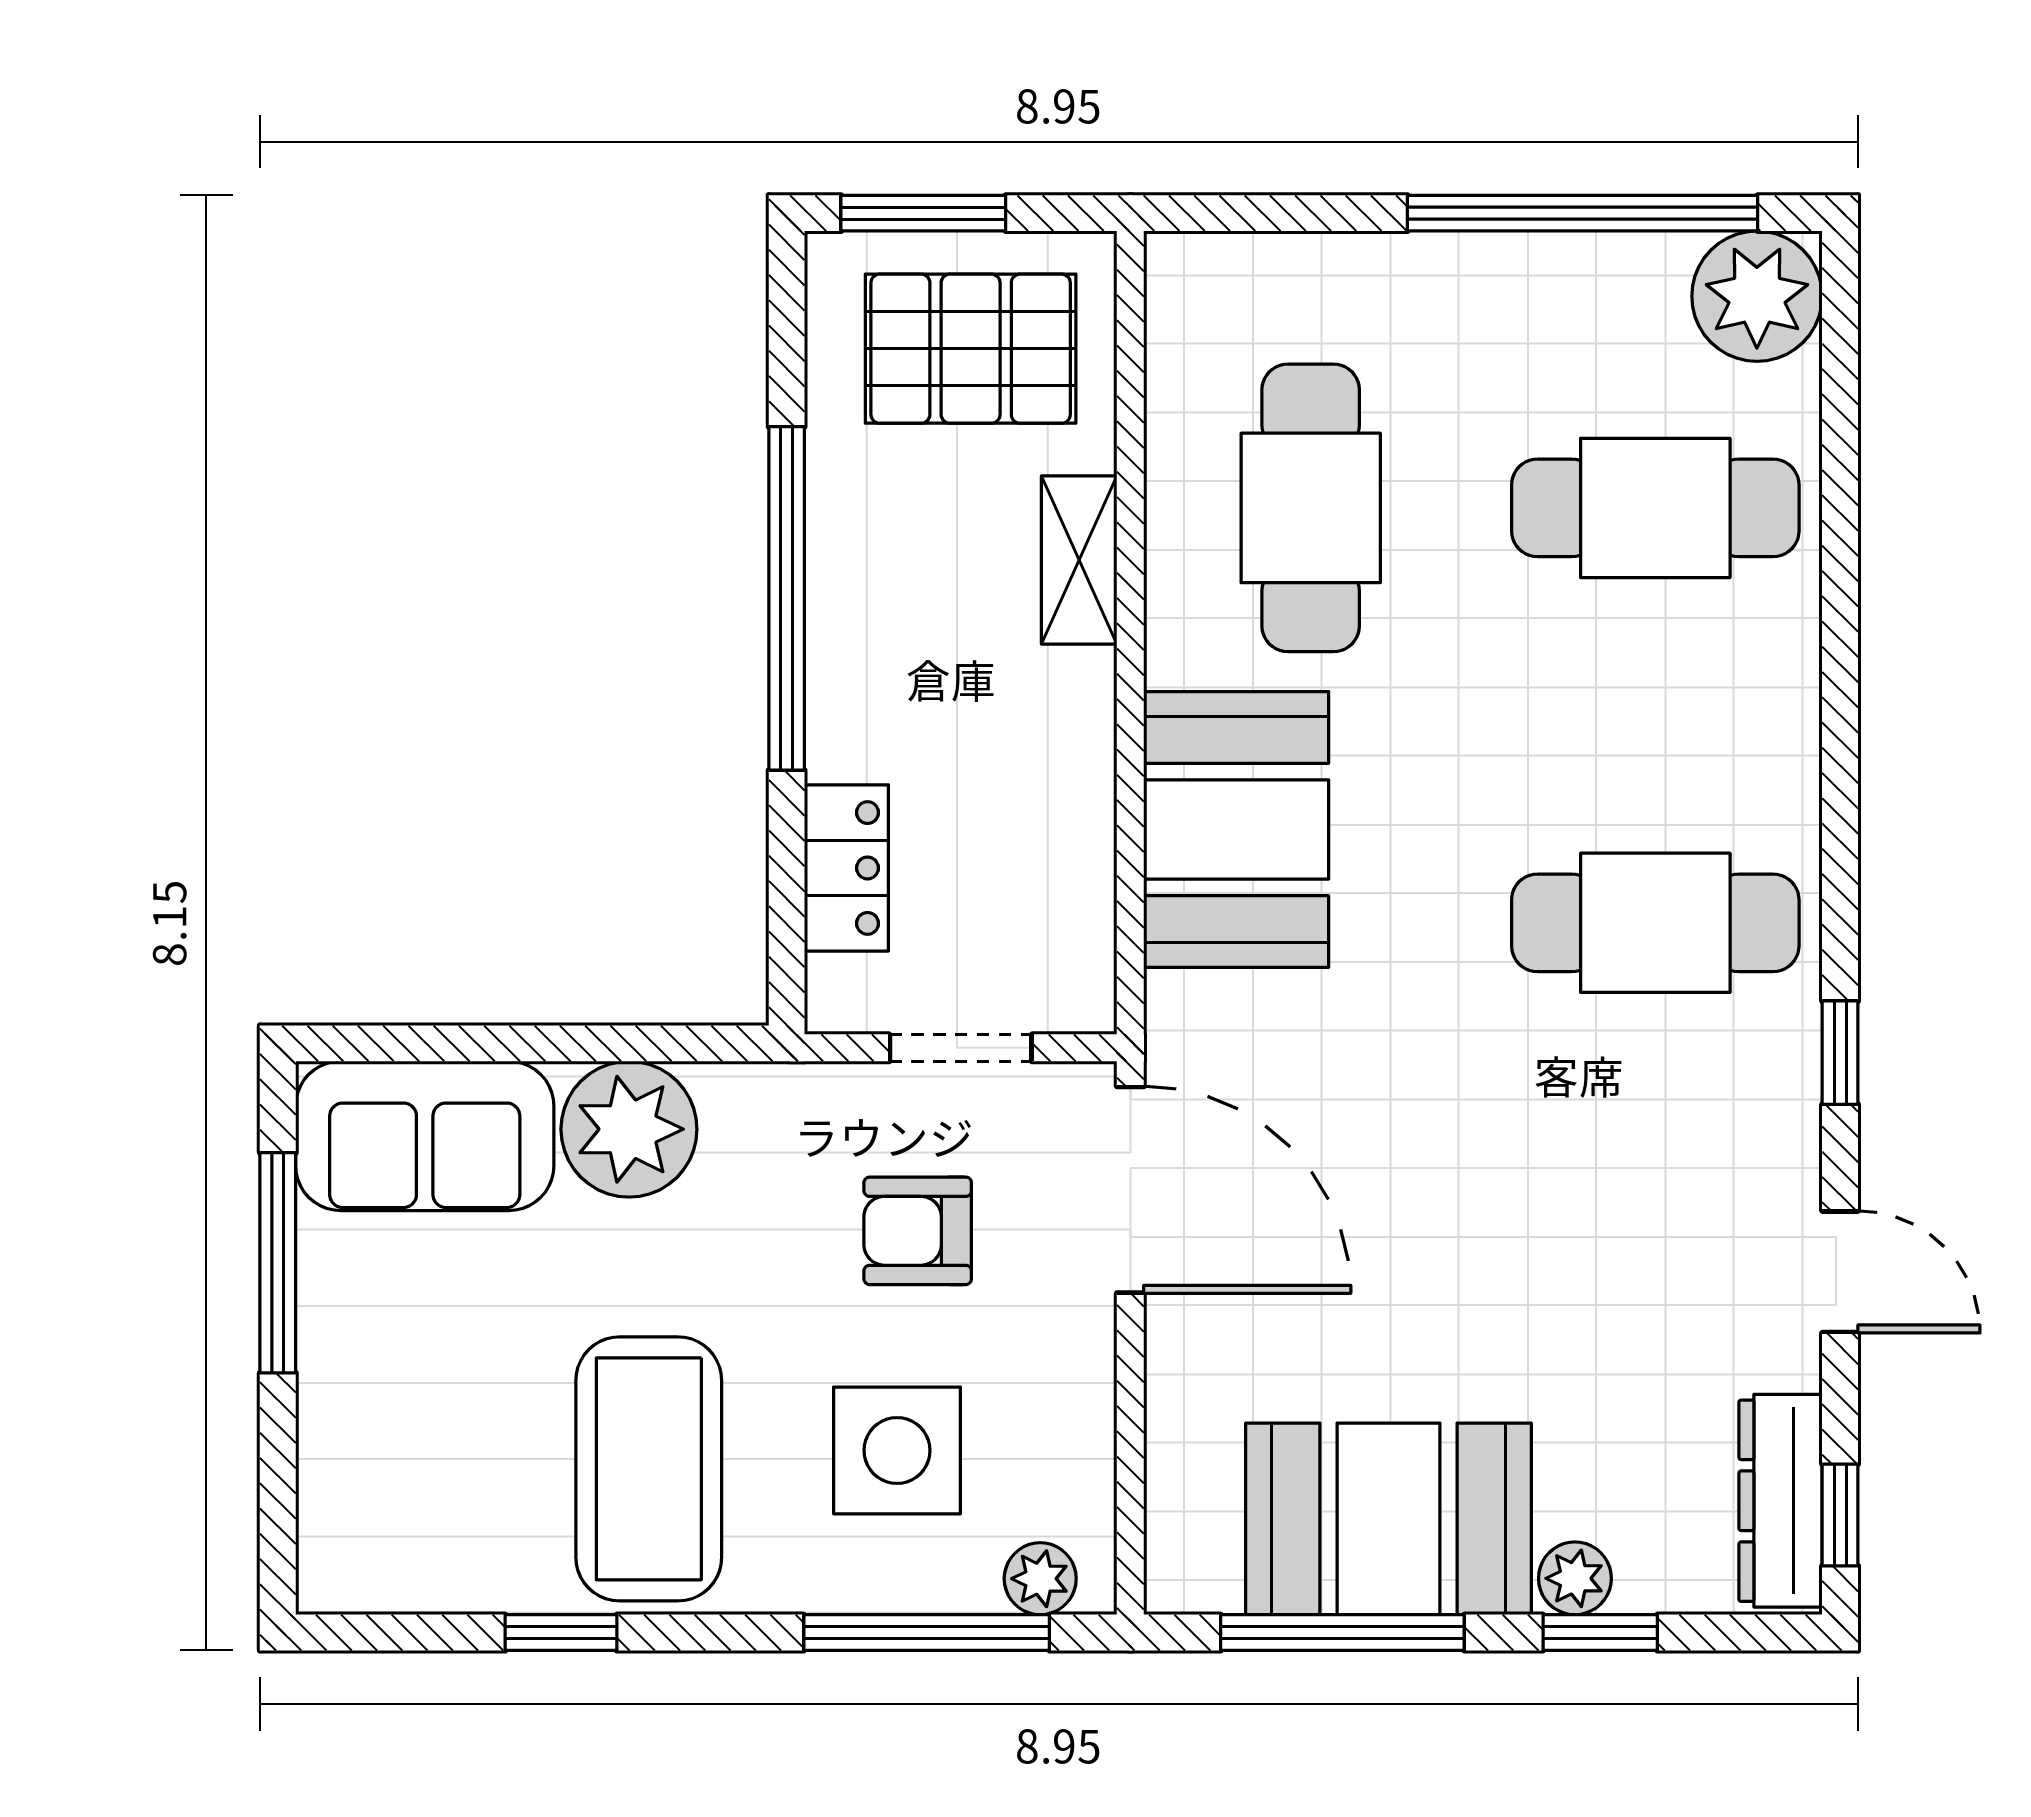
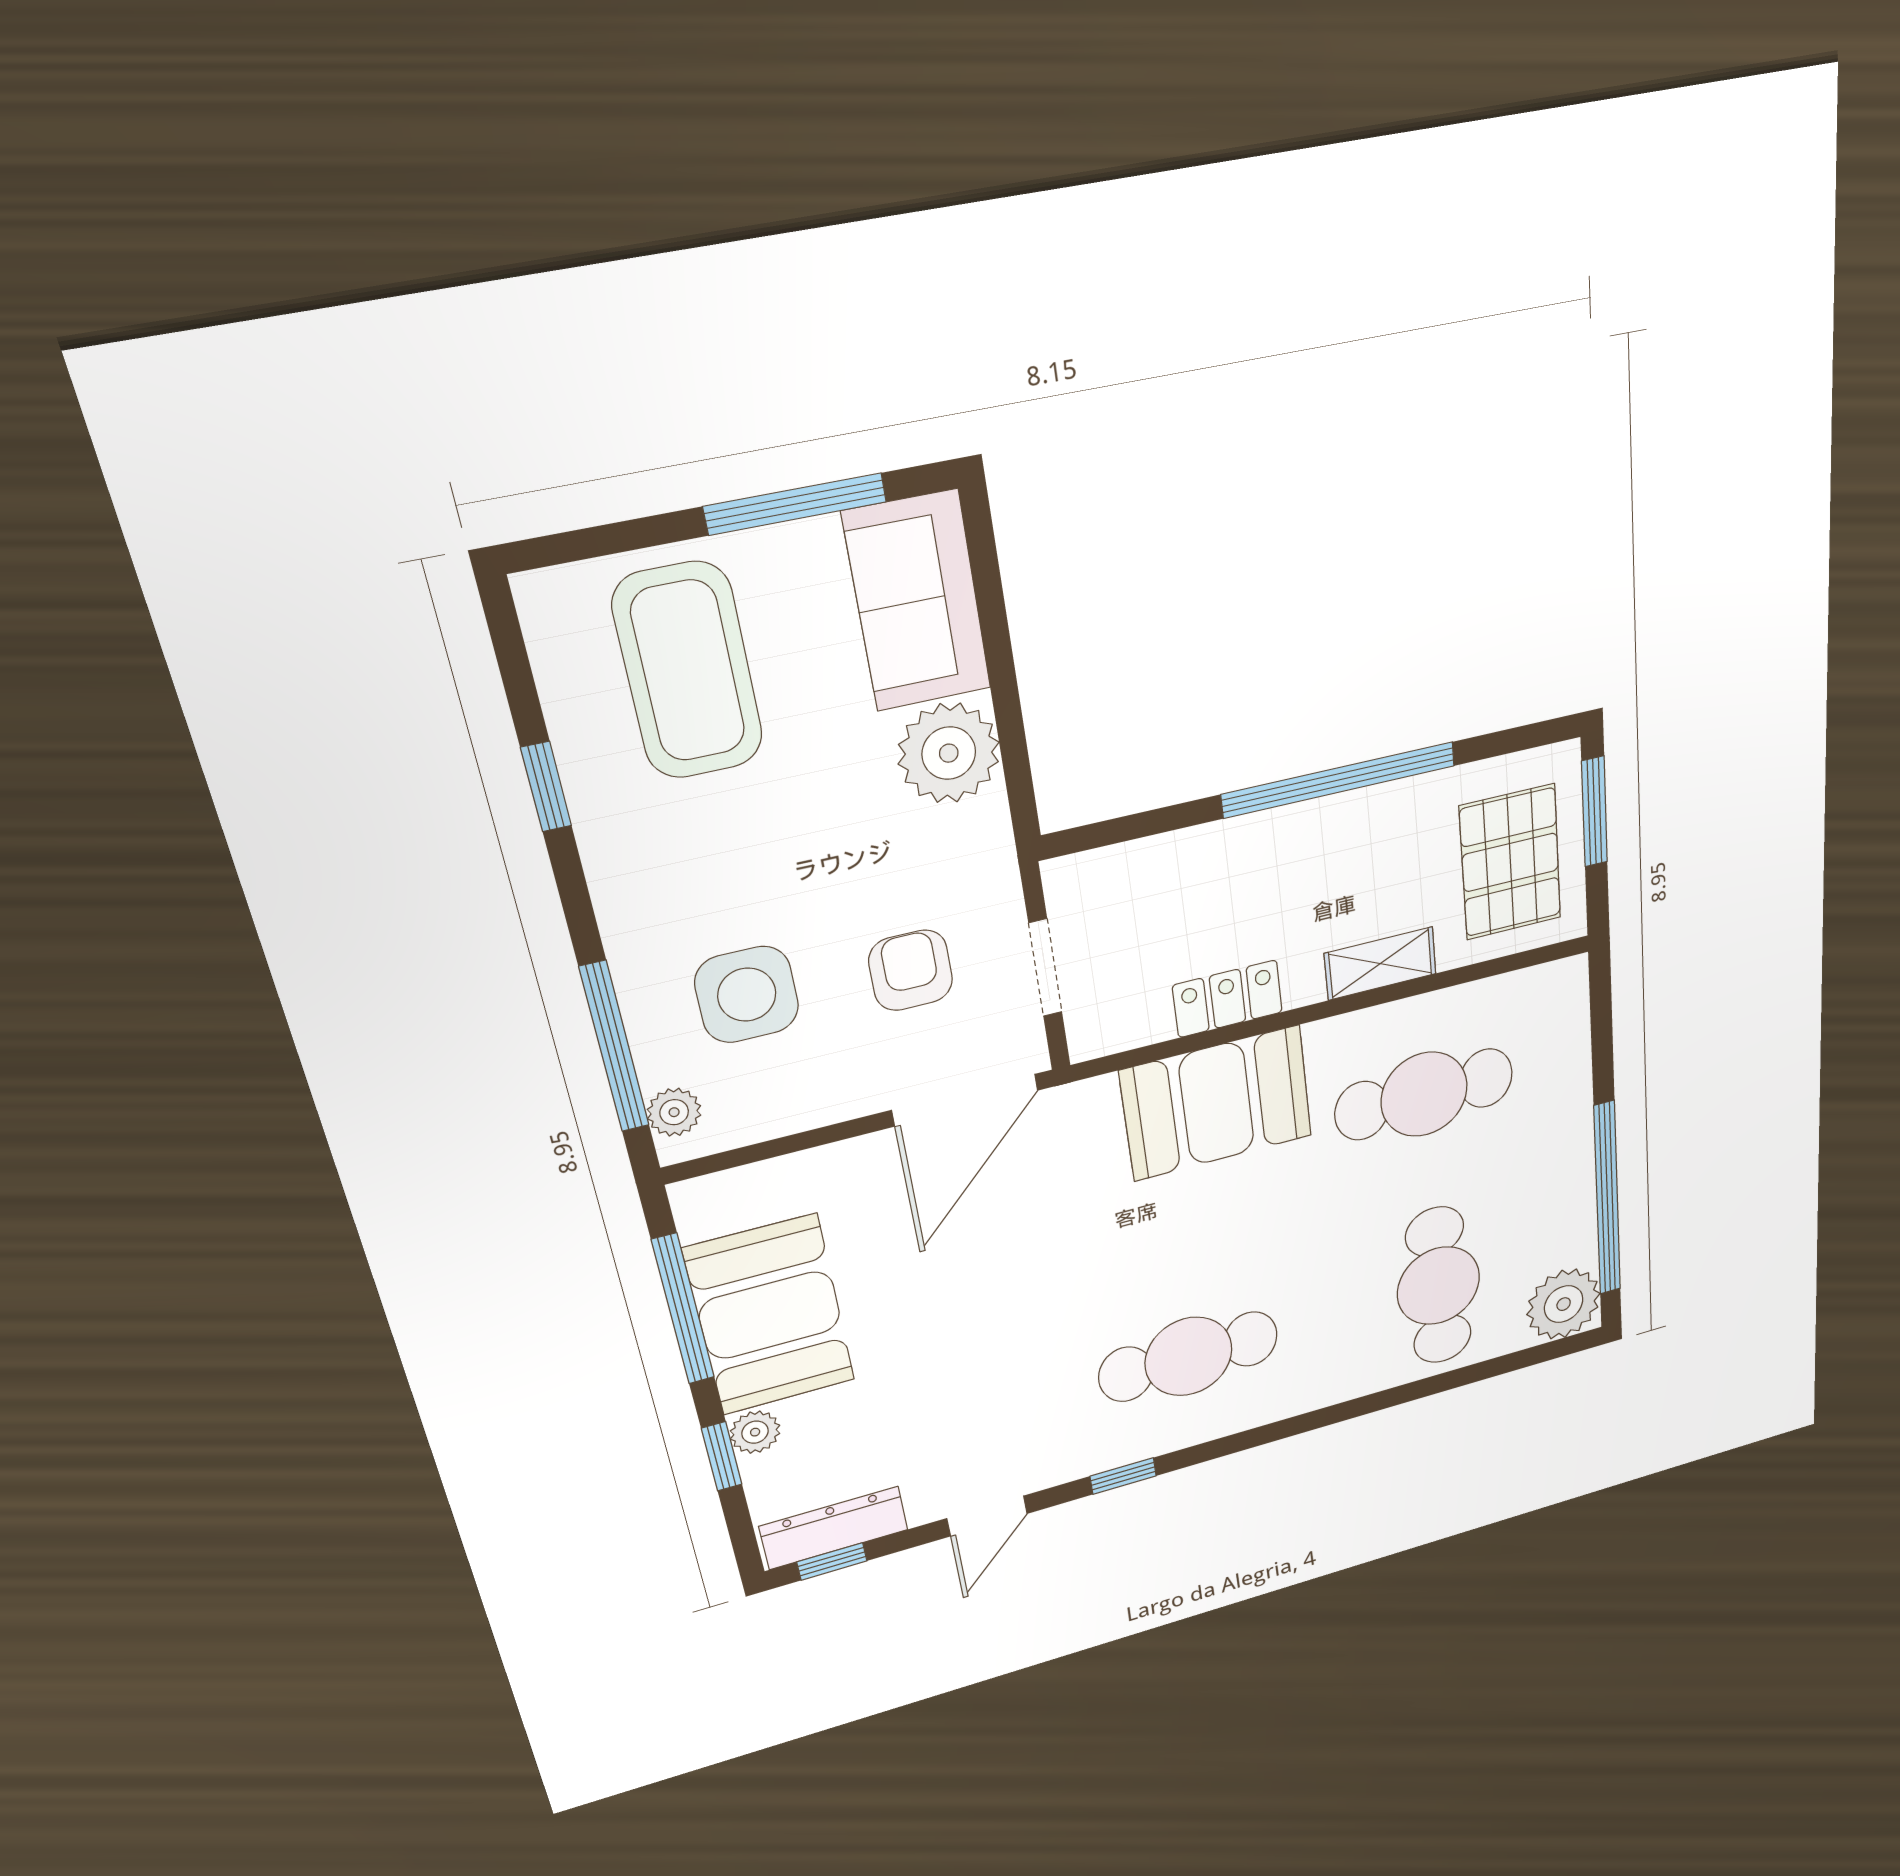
locker: (846, 868) -> (1228, 999), moved, turned 180
cafe table: (1655, 923) -> (1189, 1357), turned 90
coffee table: (649, 1469) -> (688, 671), moved, turned 90

